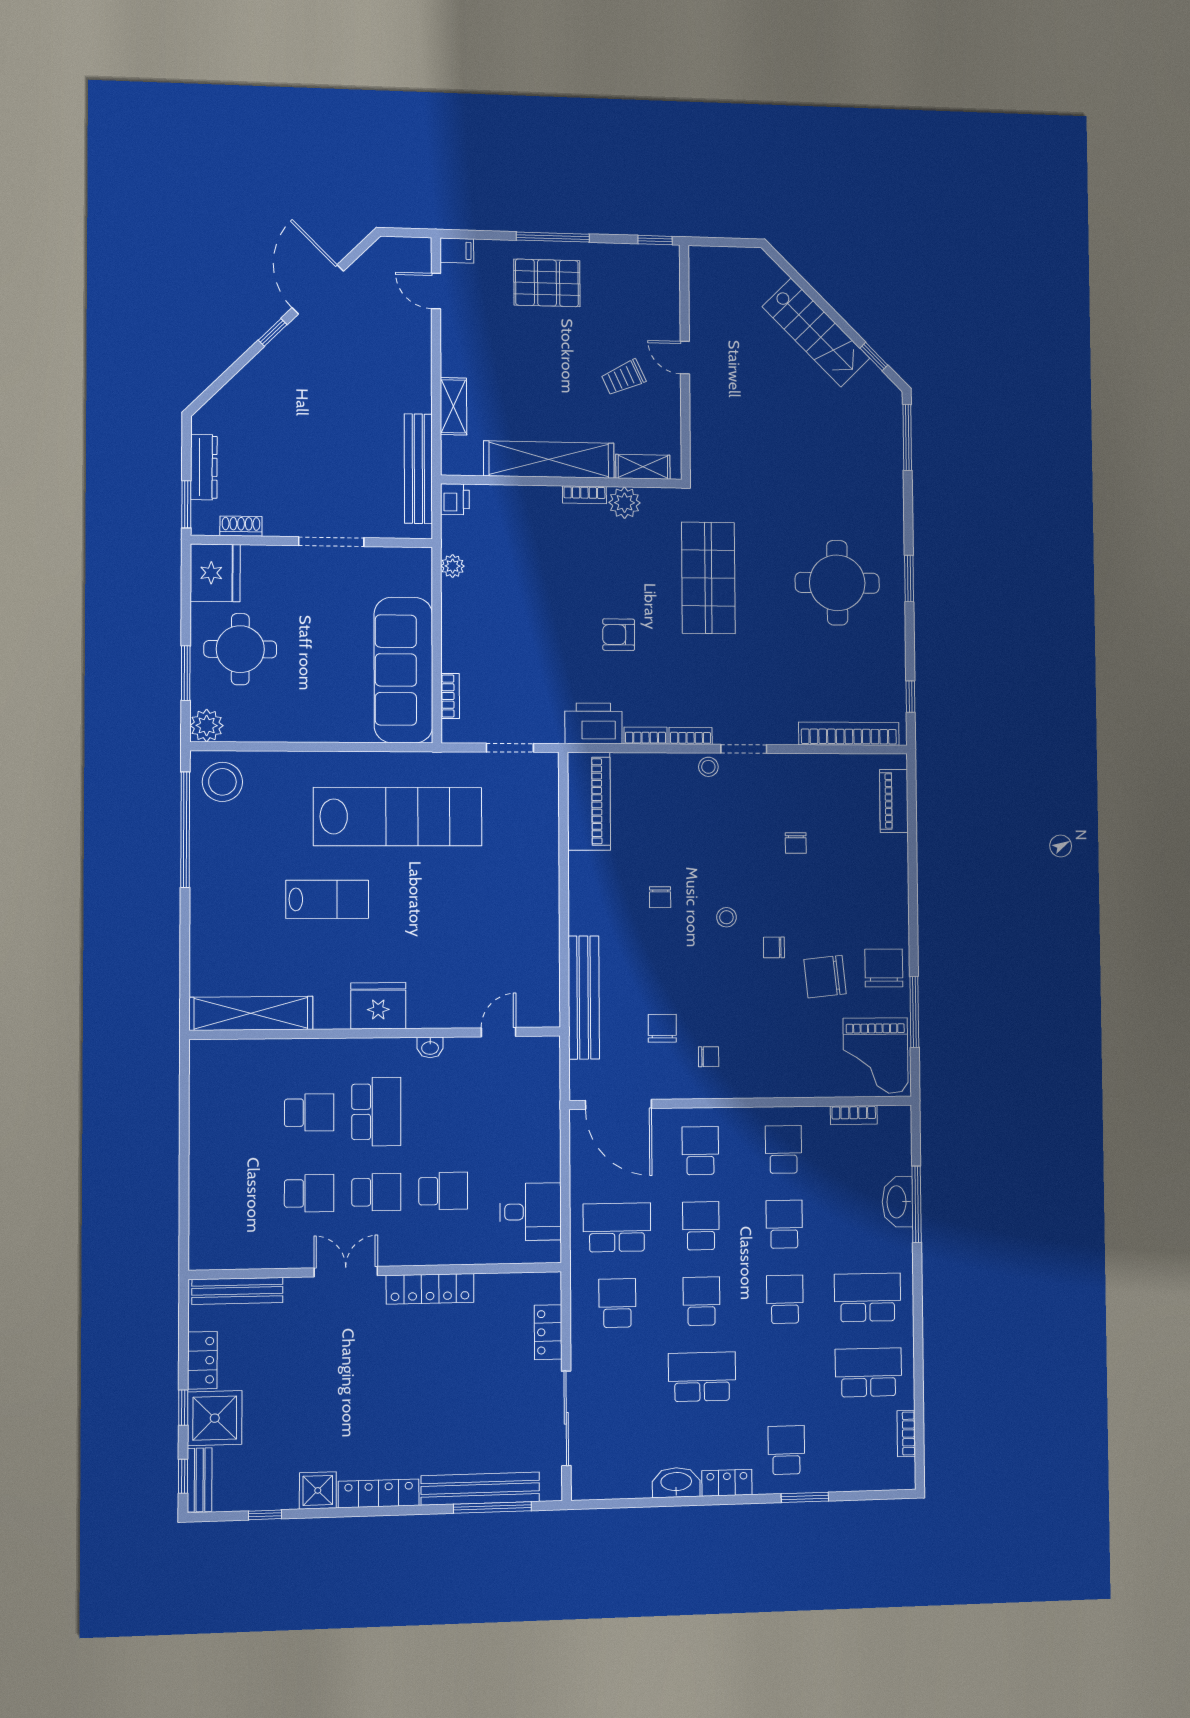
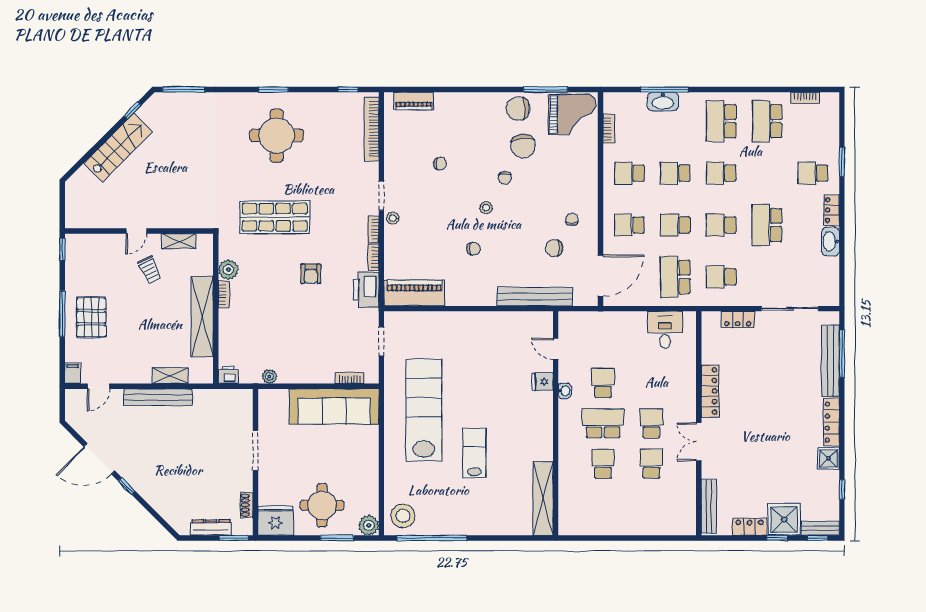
shelving: (643, 467) -> (179, 241), moved, turned 90
bench: (418, 469) -> (158, 397), moved
fridge: (378, 1006) -> (543, 382), moved, width x0.53, depth x0.75
school desk: (443, 1191) -> (603, 383), moved

